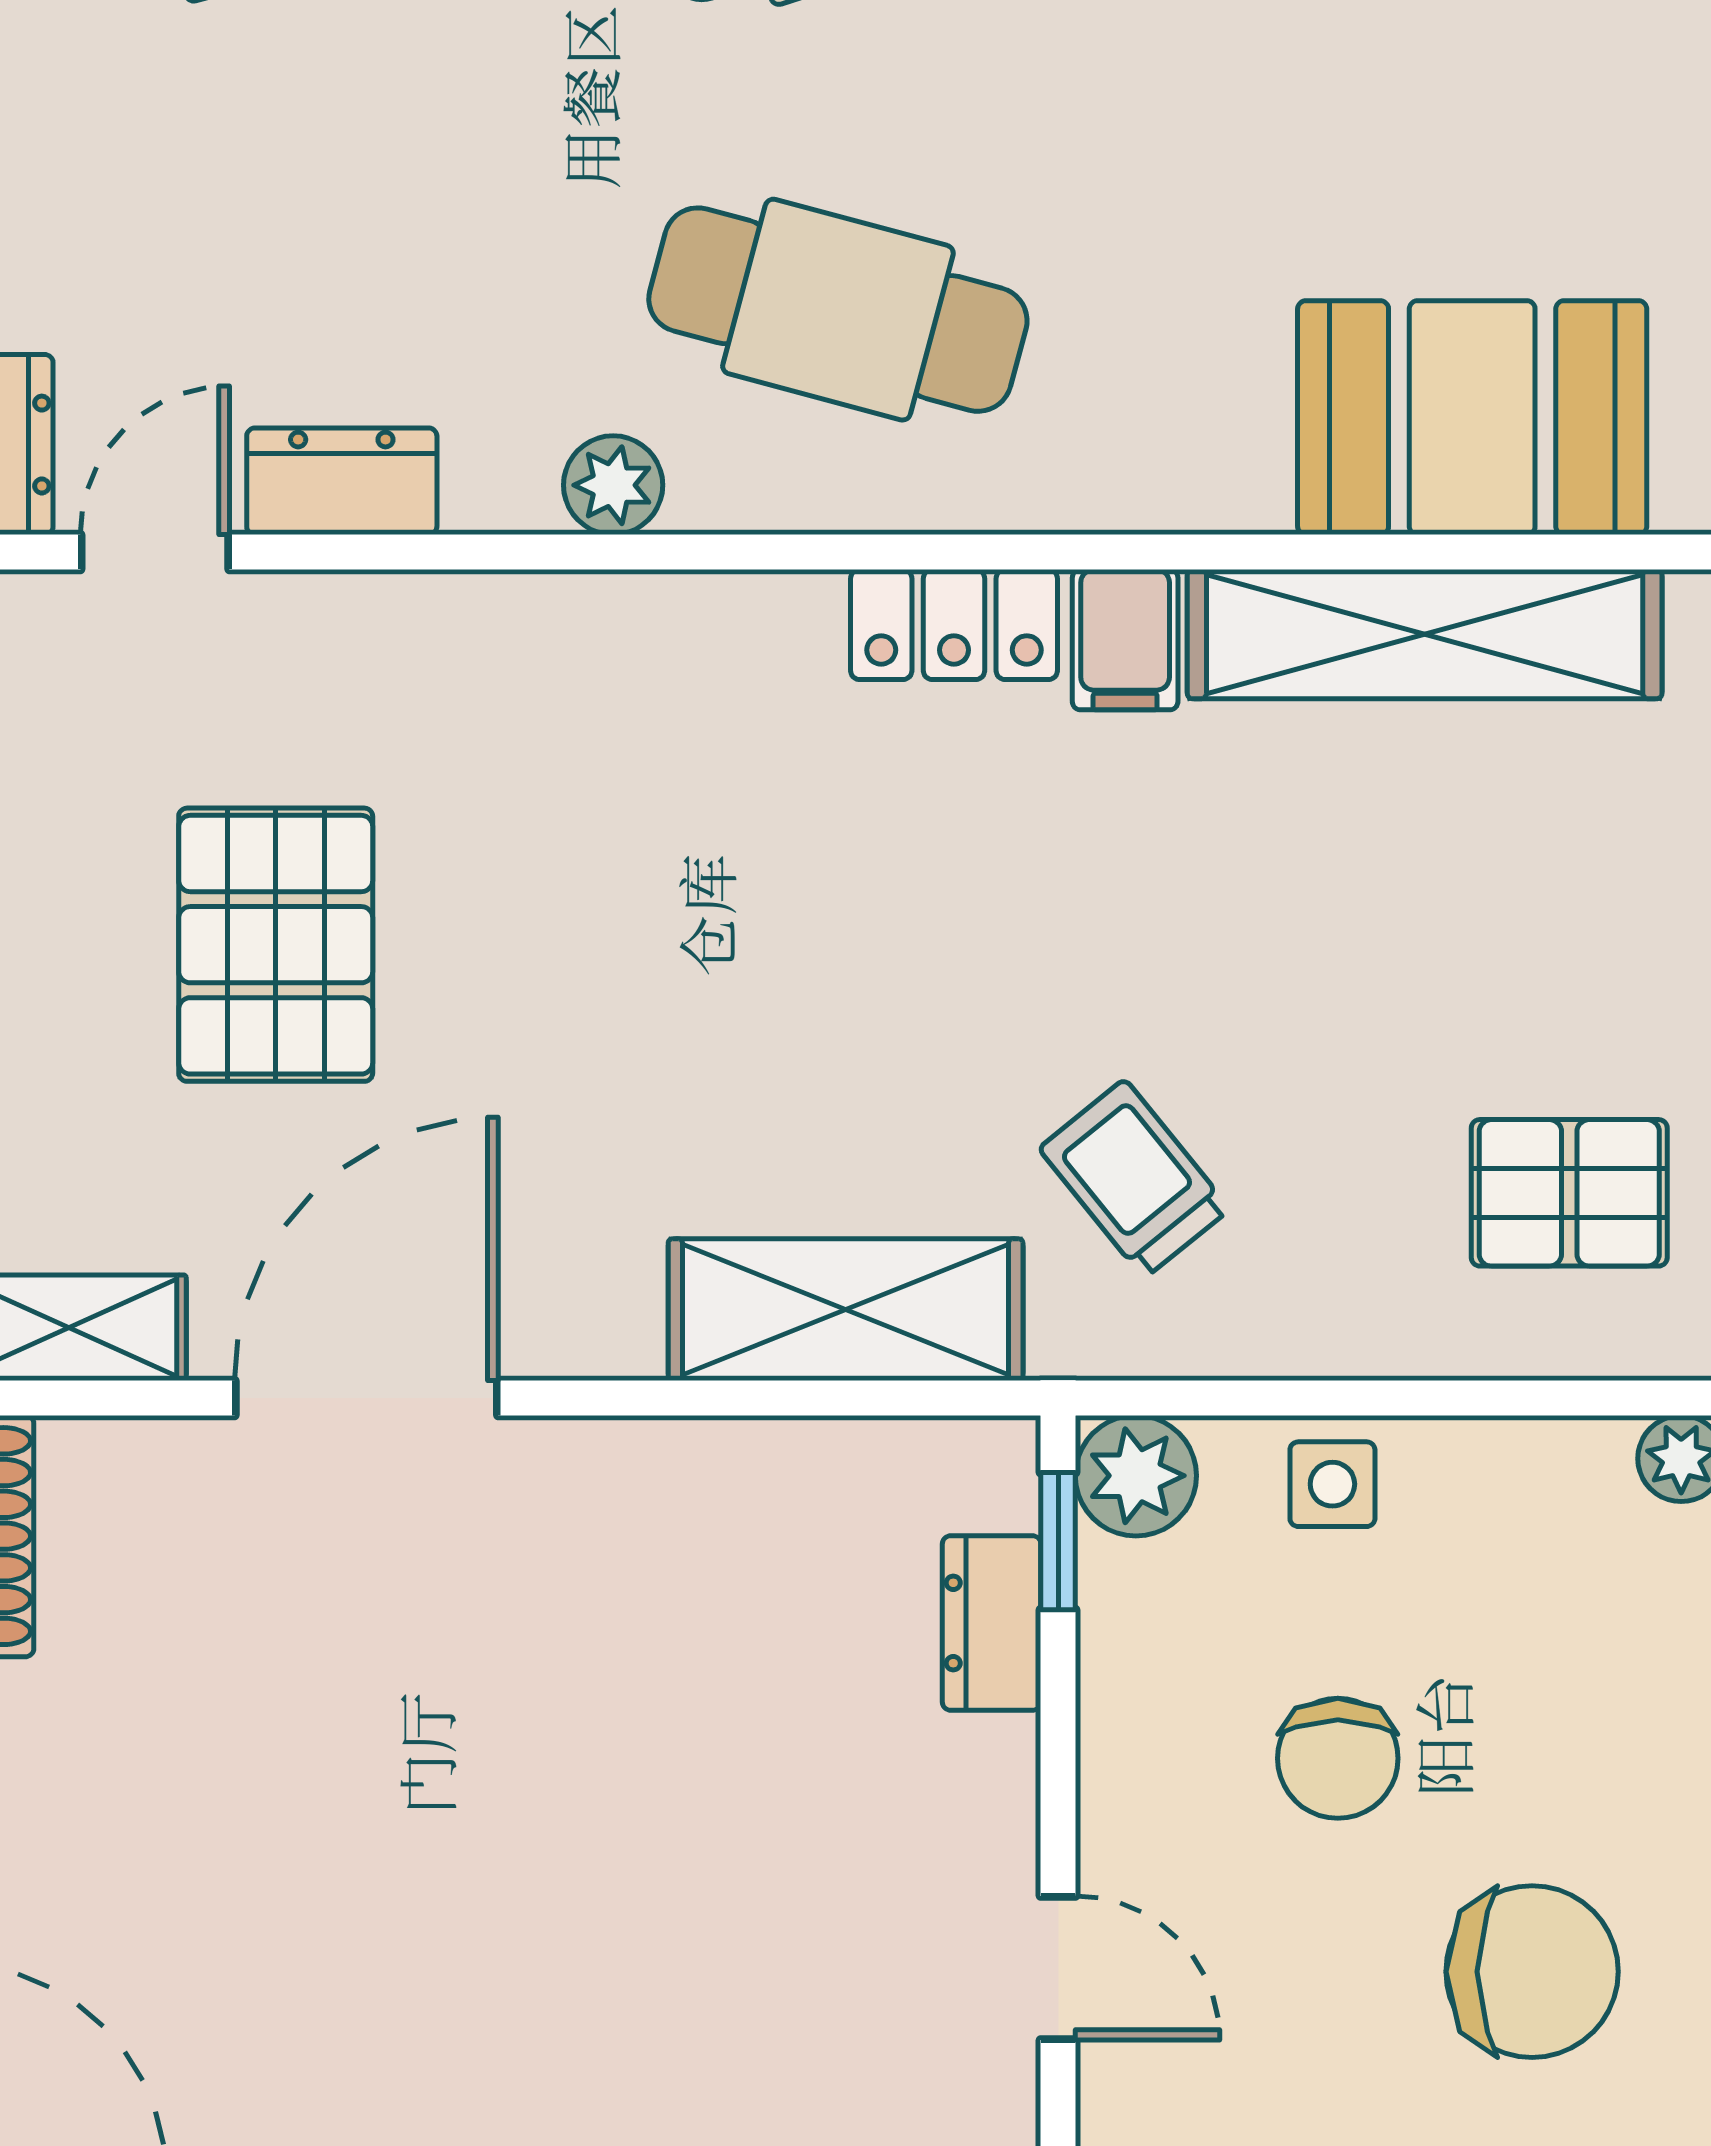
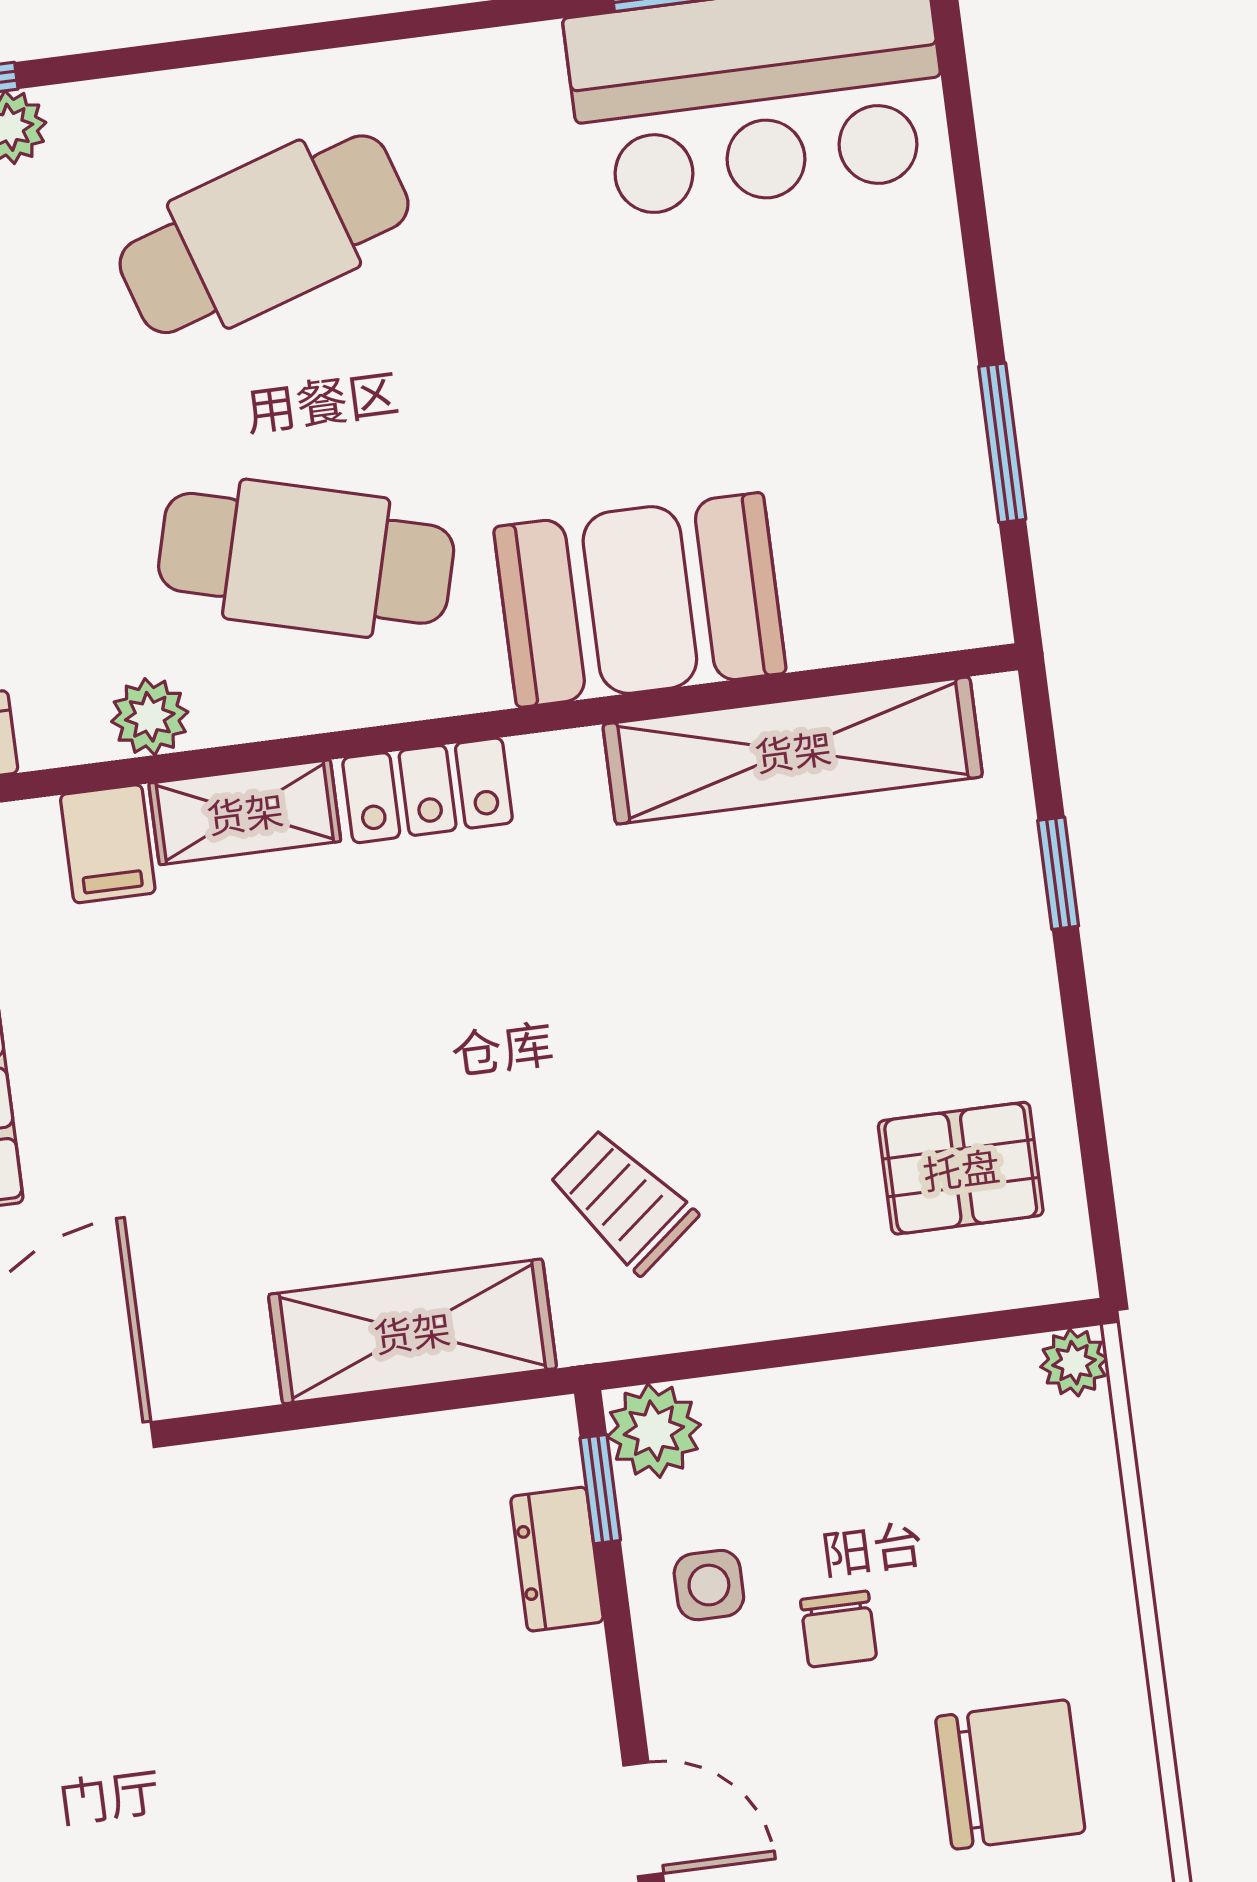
booth: (1472, 418) -> (640, 600), moved
shelving: (718, 622) -> (245, 812), added
filing cabinet: (1125, 640) -> (108, 844), moved
side table: (1332, 1484) -> (709, 1585), moved
chair: (1338, 1758) -> (839, 1629), width x0.73, depth x0.73

